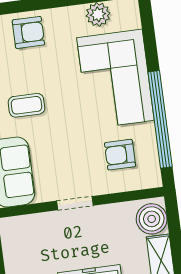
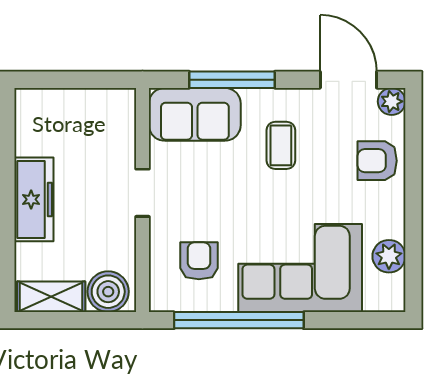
armchair: (28, 32) -> (377, 161), turned 90

